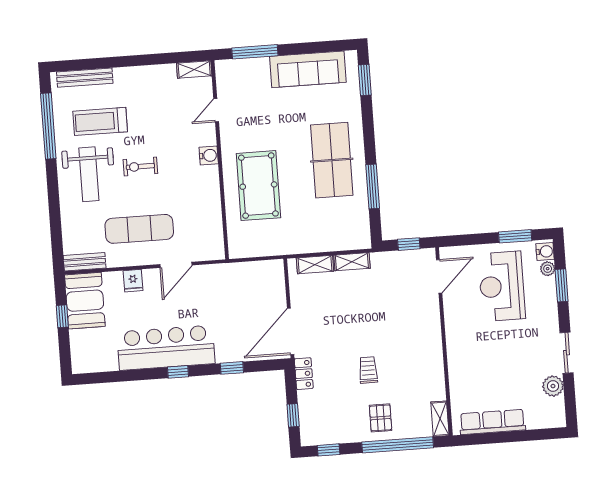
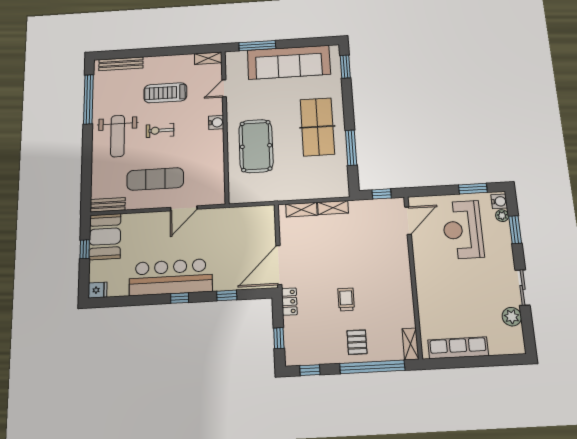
sofa: (308, 69) -> (289, 62), width x1.36, depth x1.27
treadmill: (100, 121) -> (165, 93), moved
fridge: (133, 281) -> (98, 290), moved, turned -90

